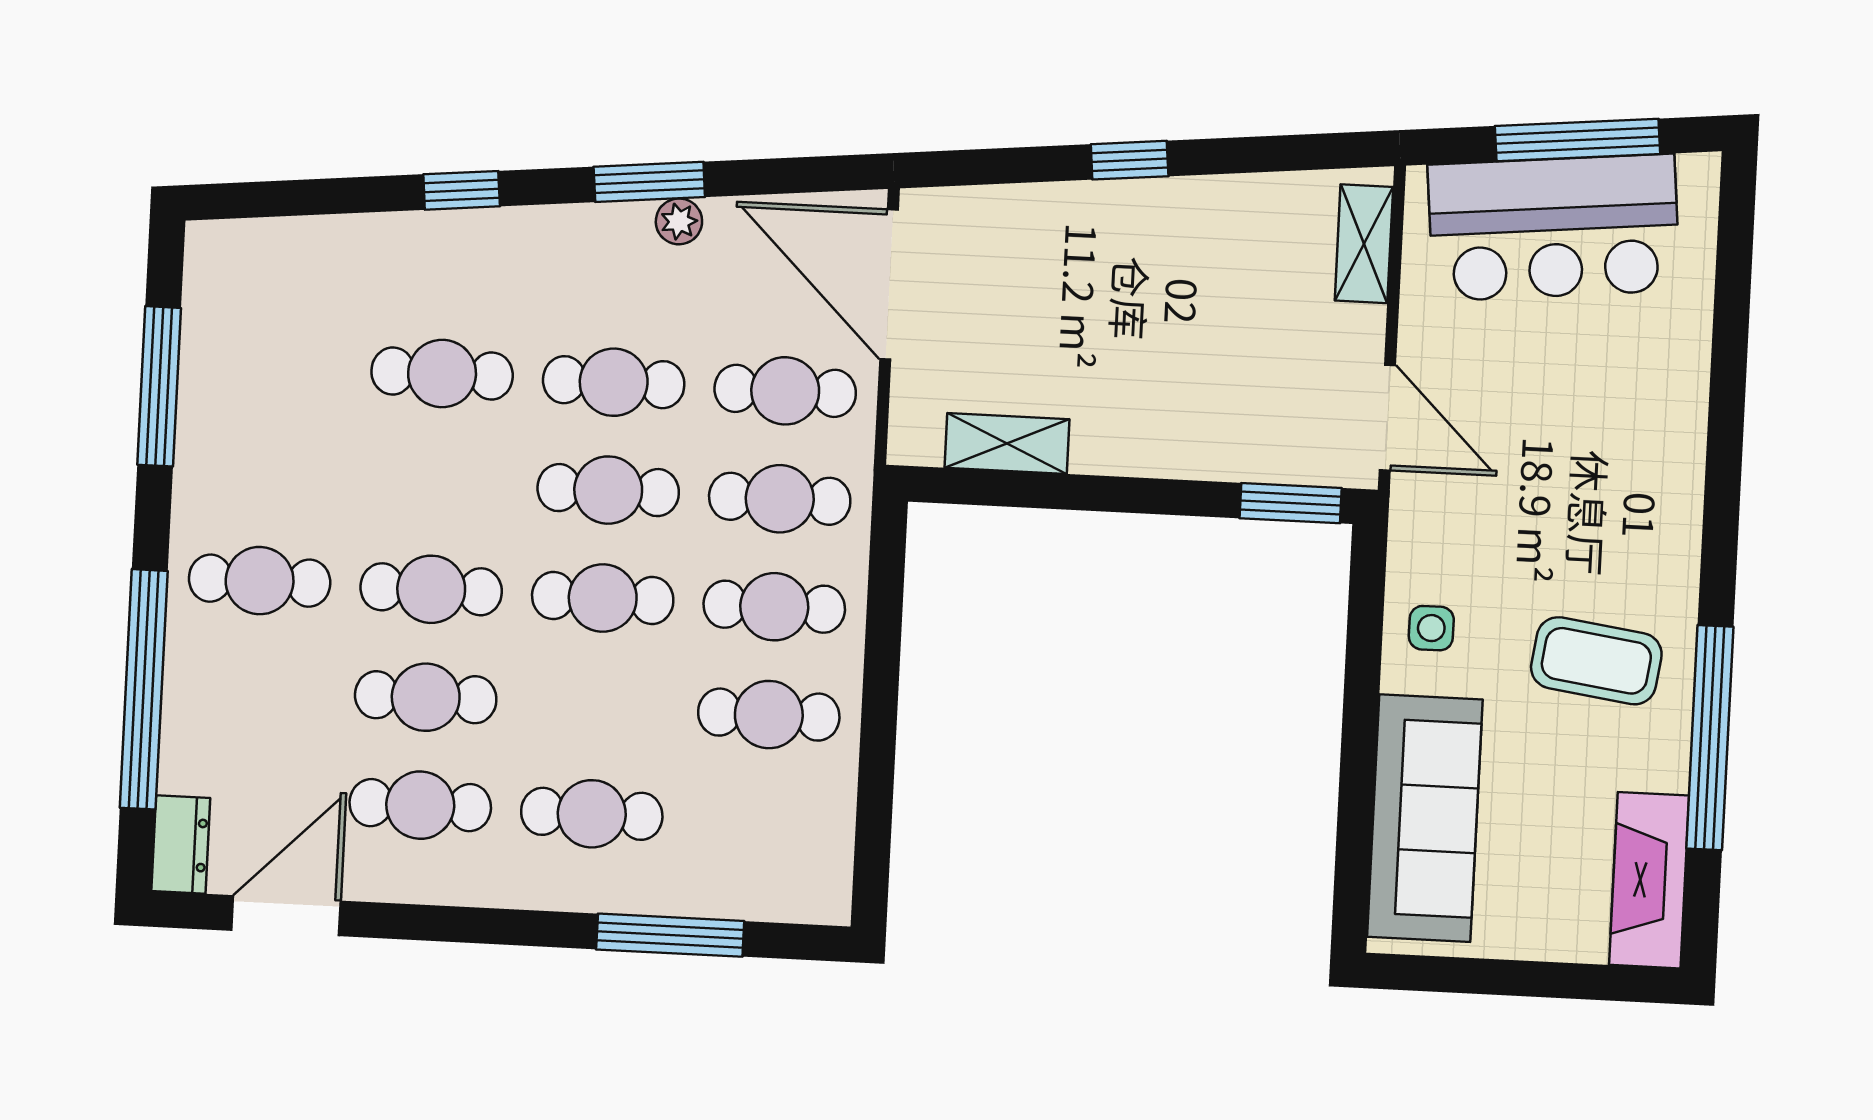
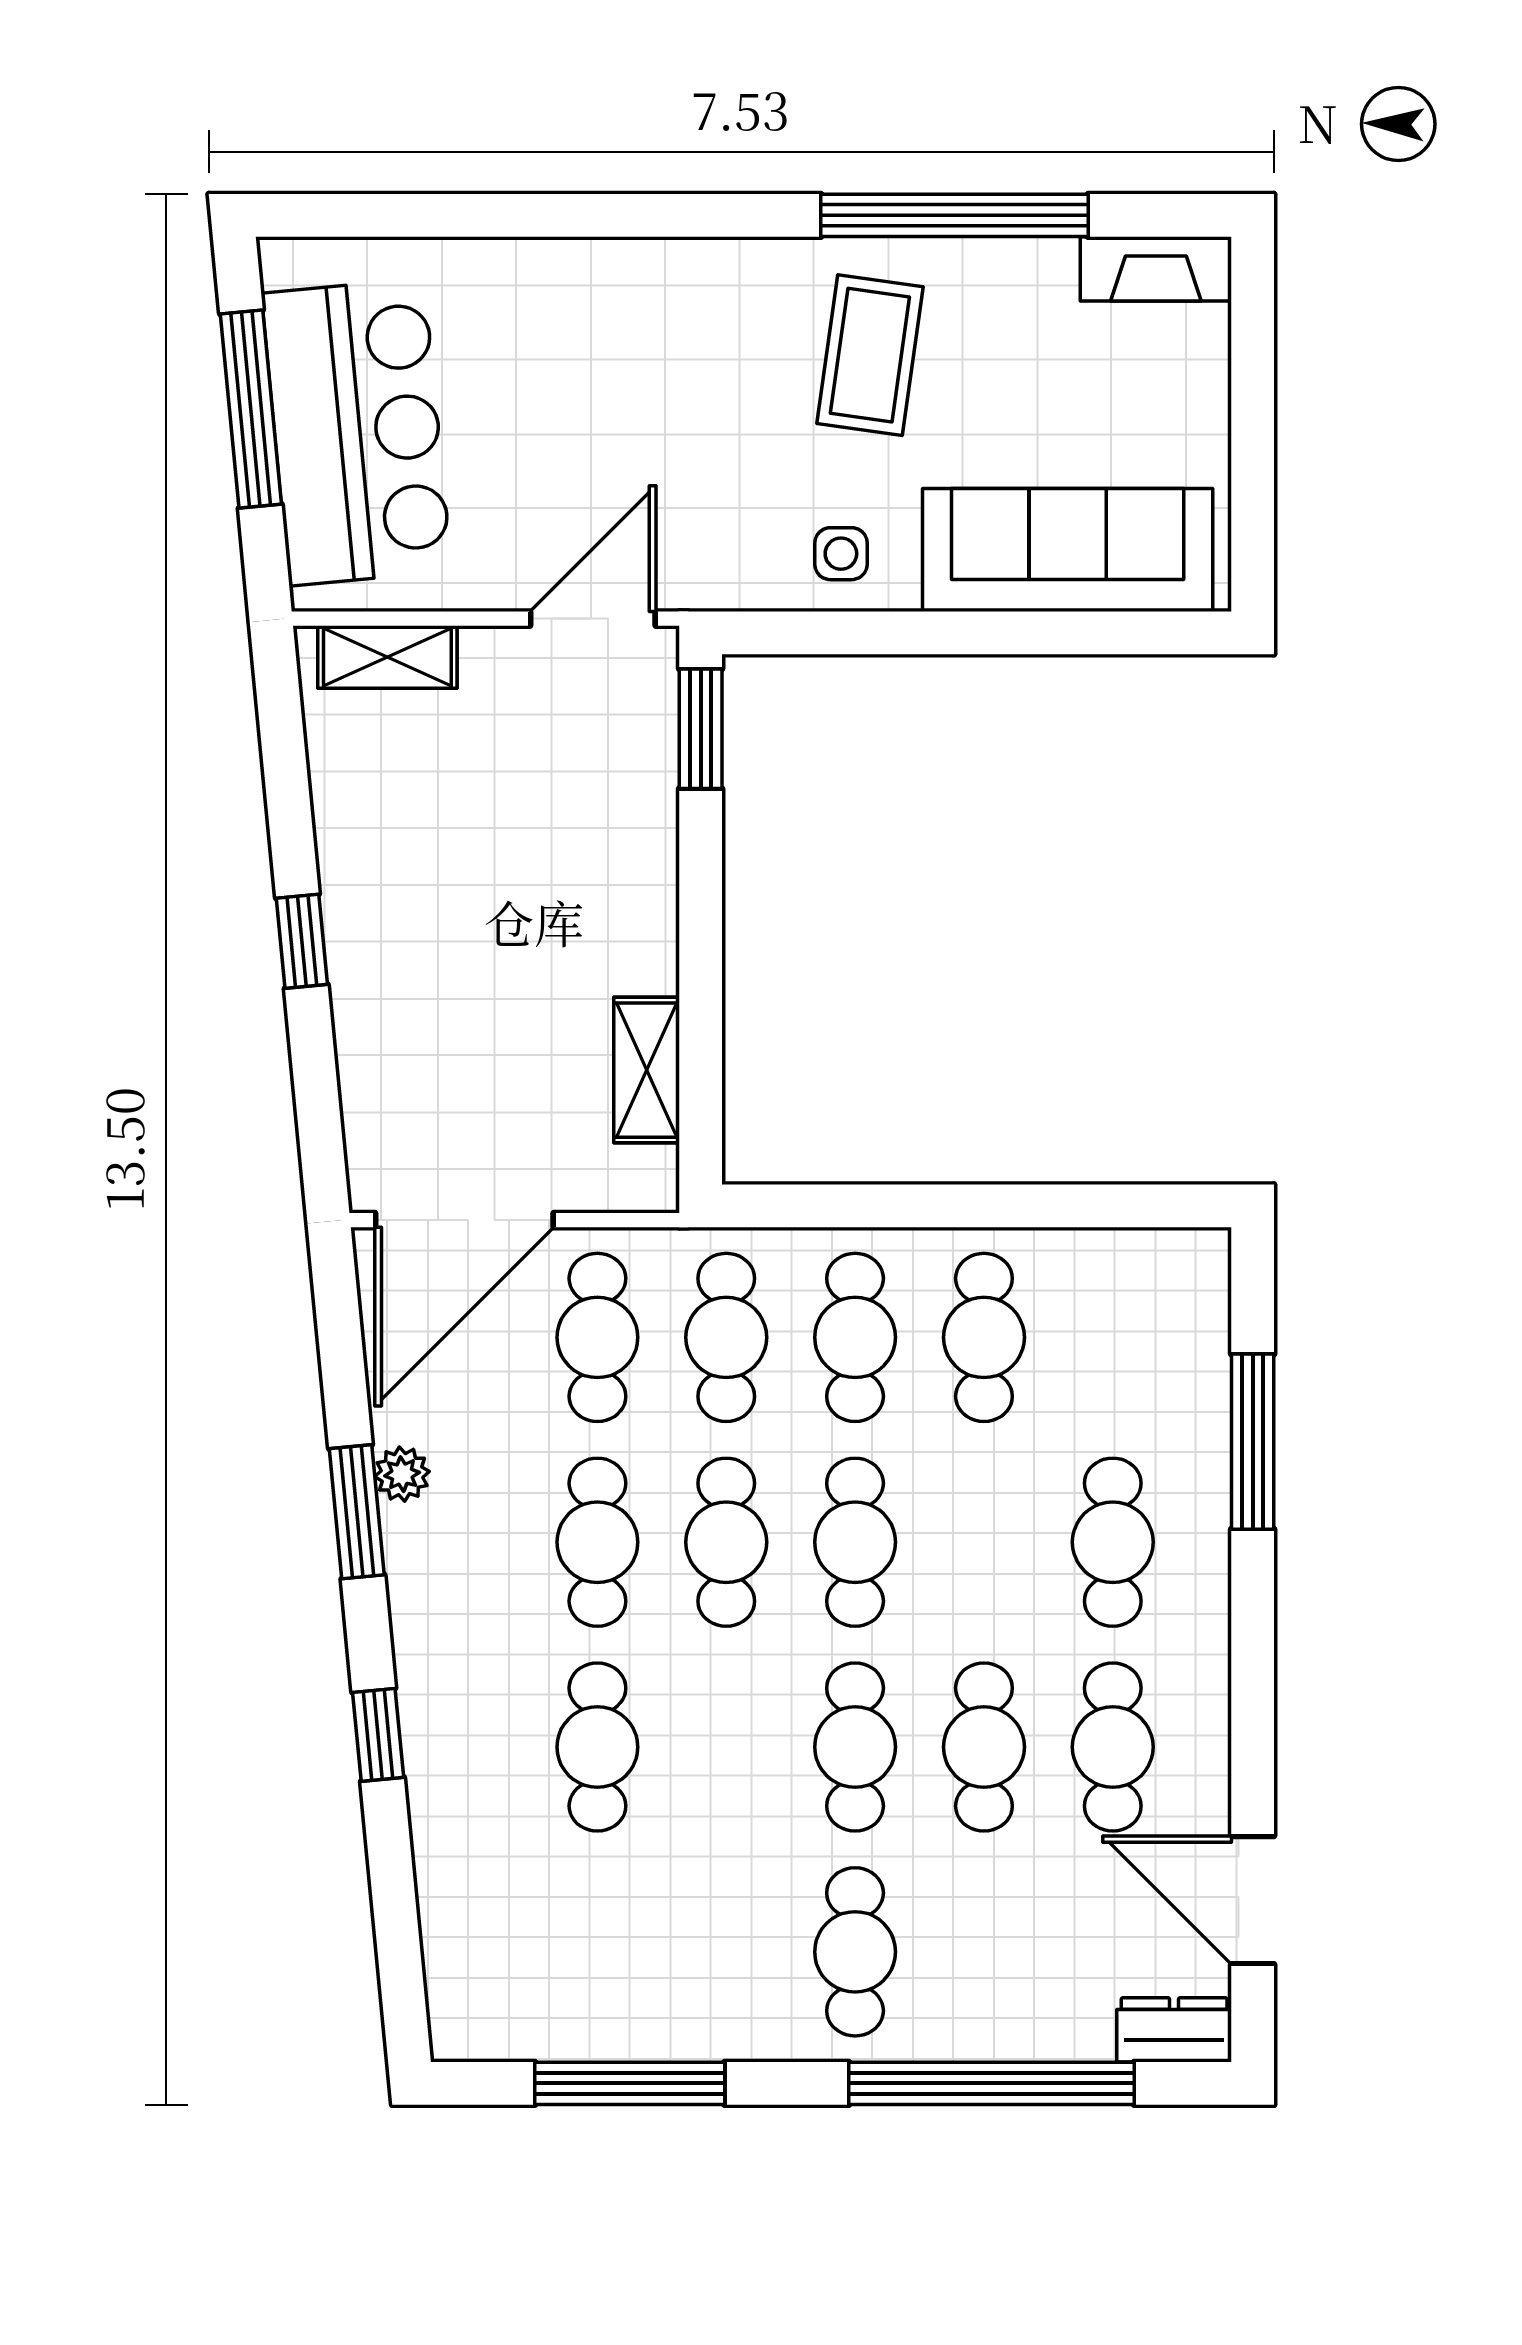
fireplace: (1649, 880) -> (1156, 269), width x0.73, depth x0.76

